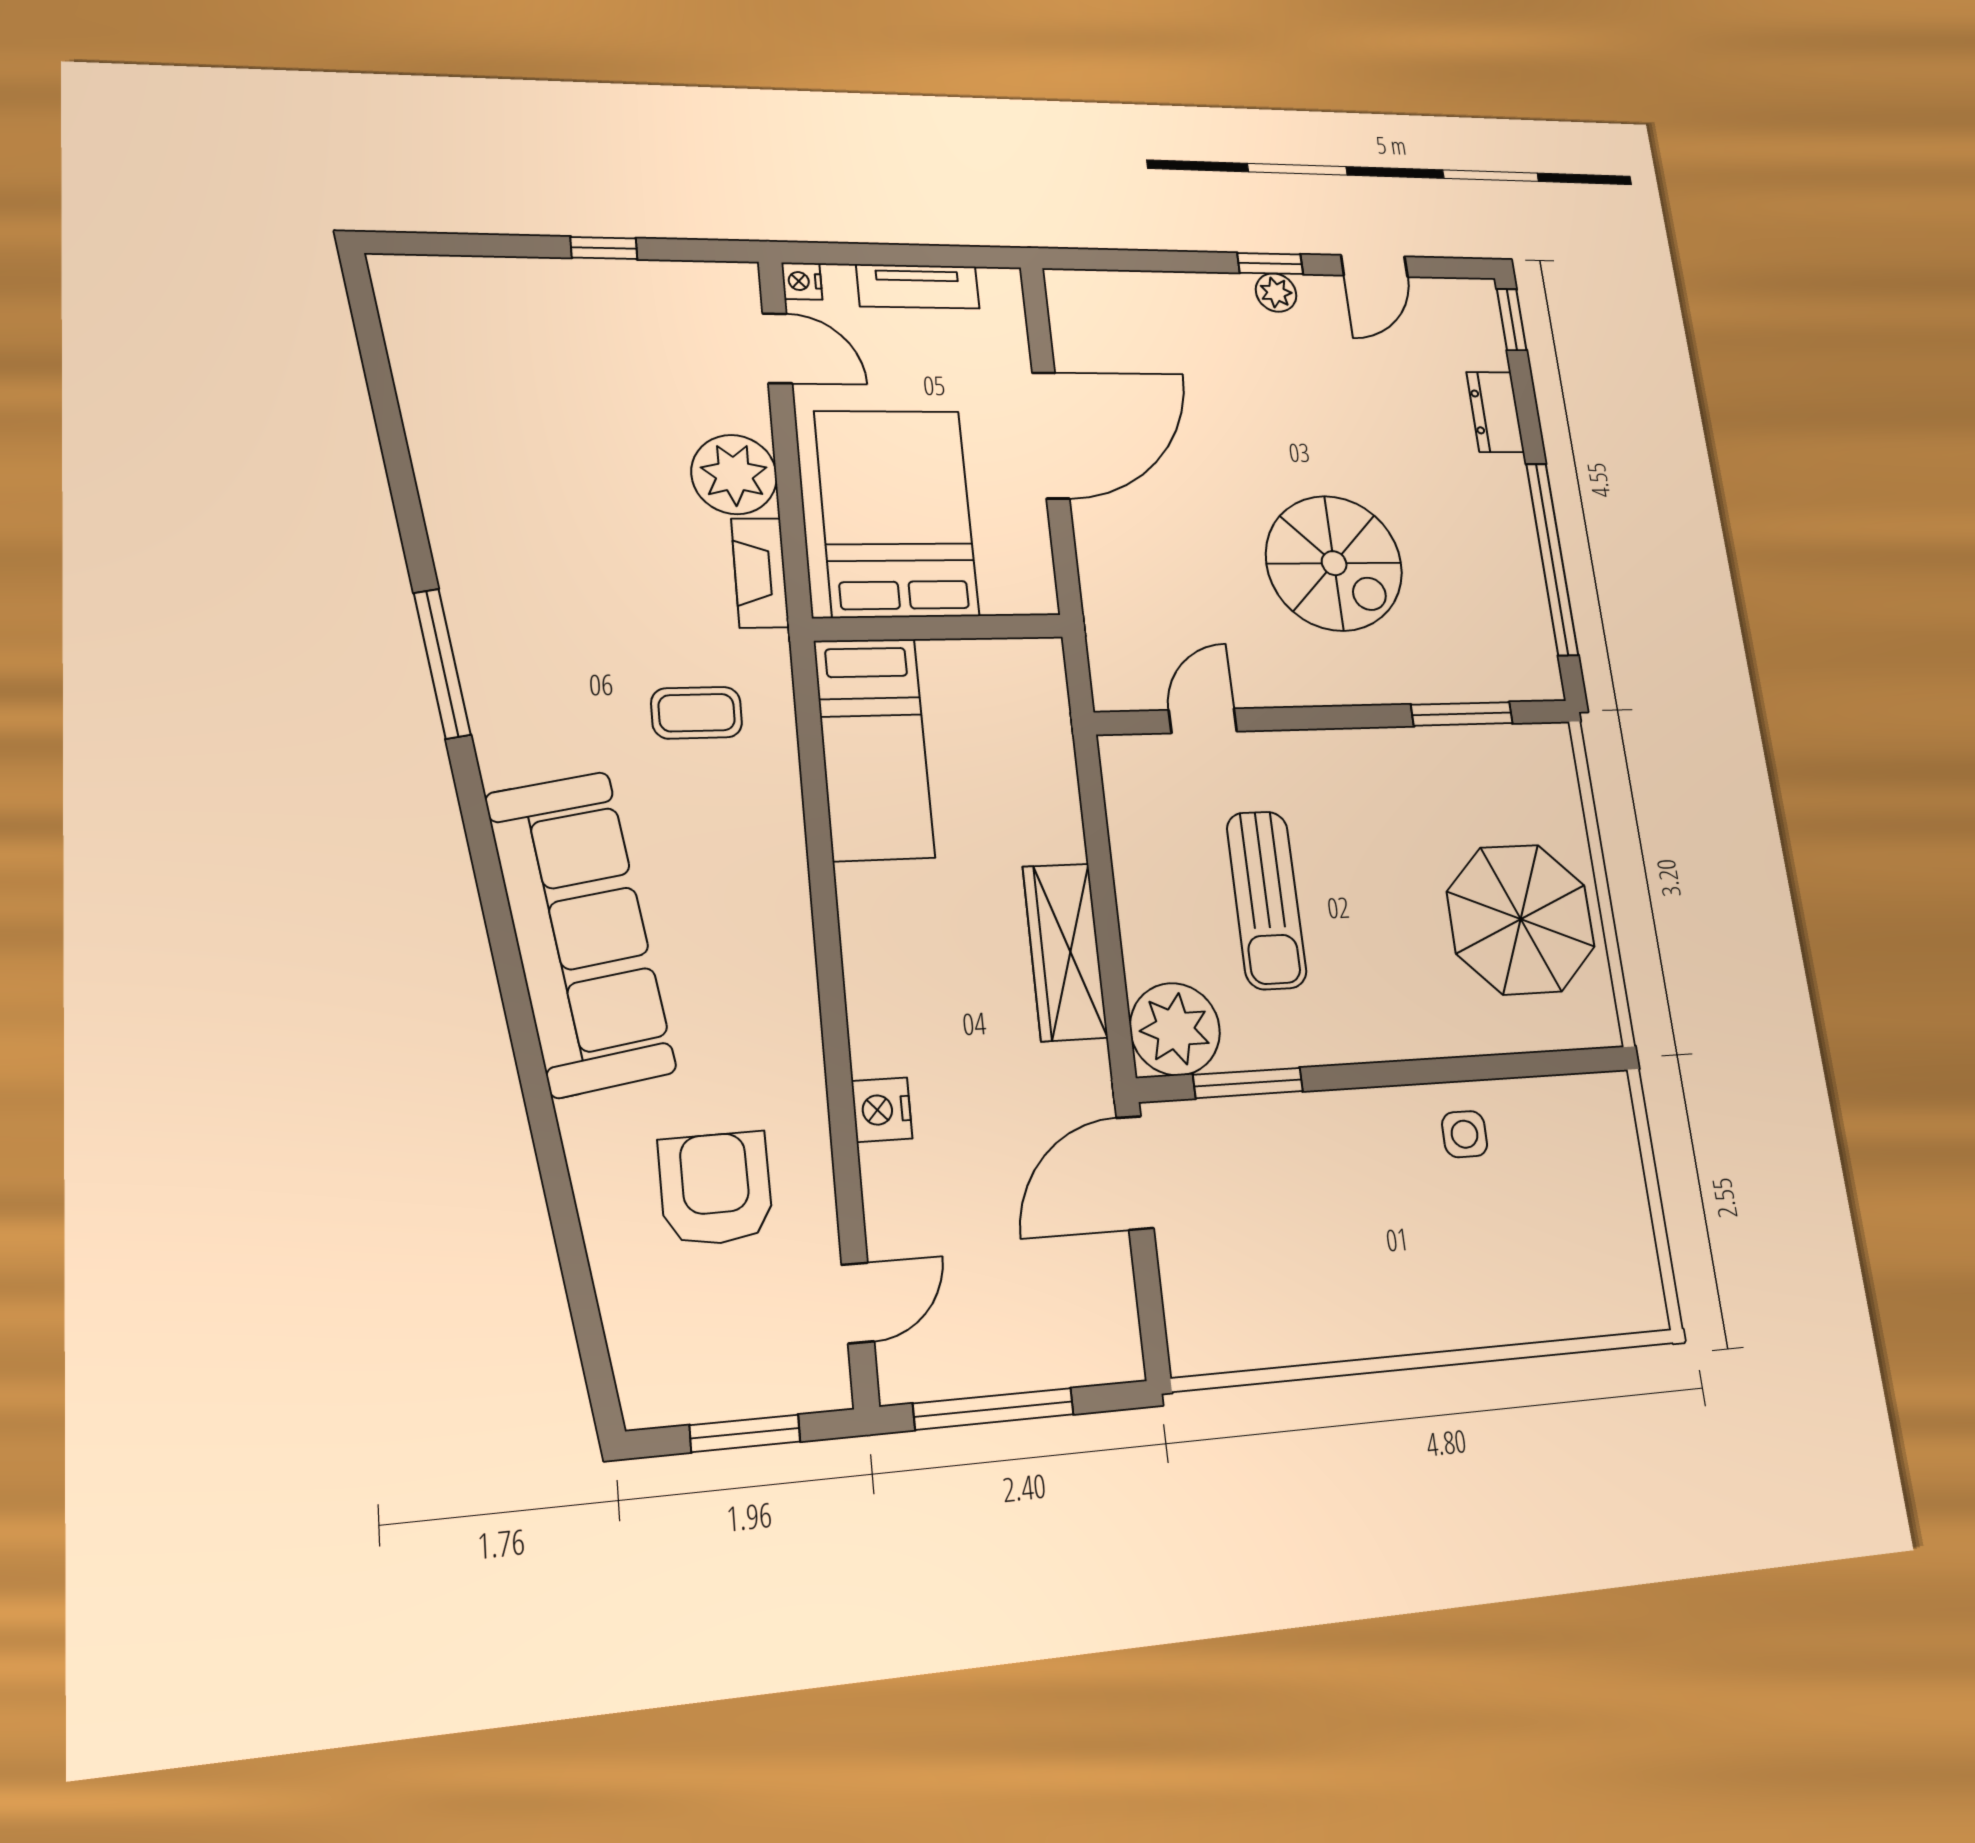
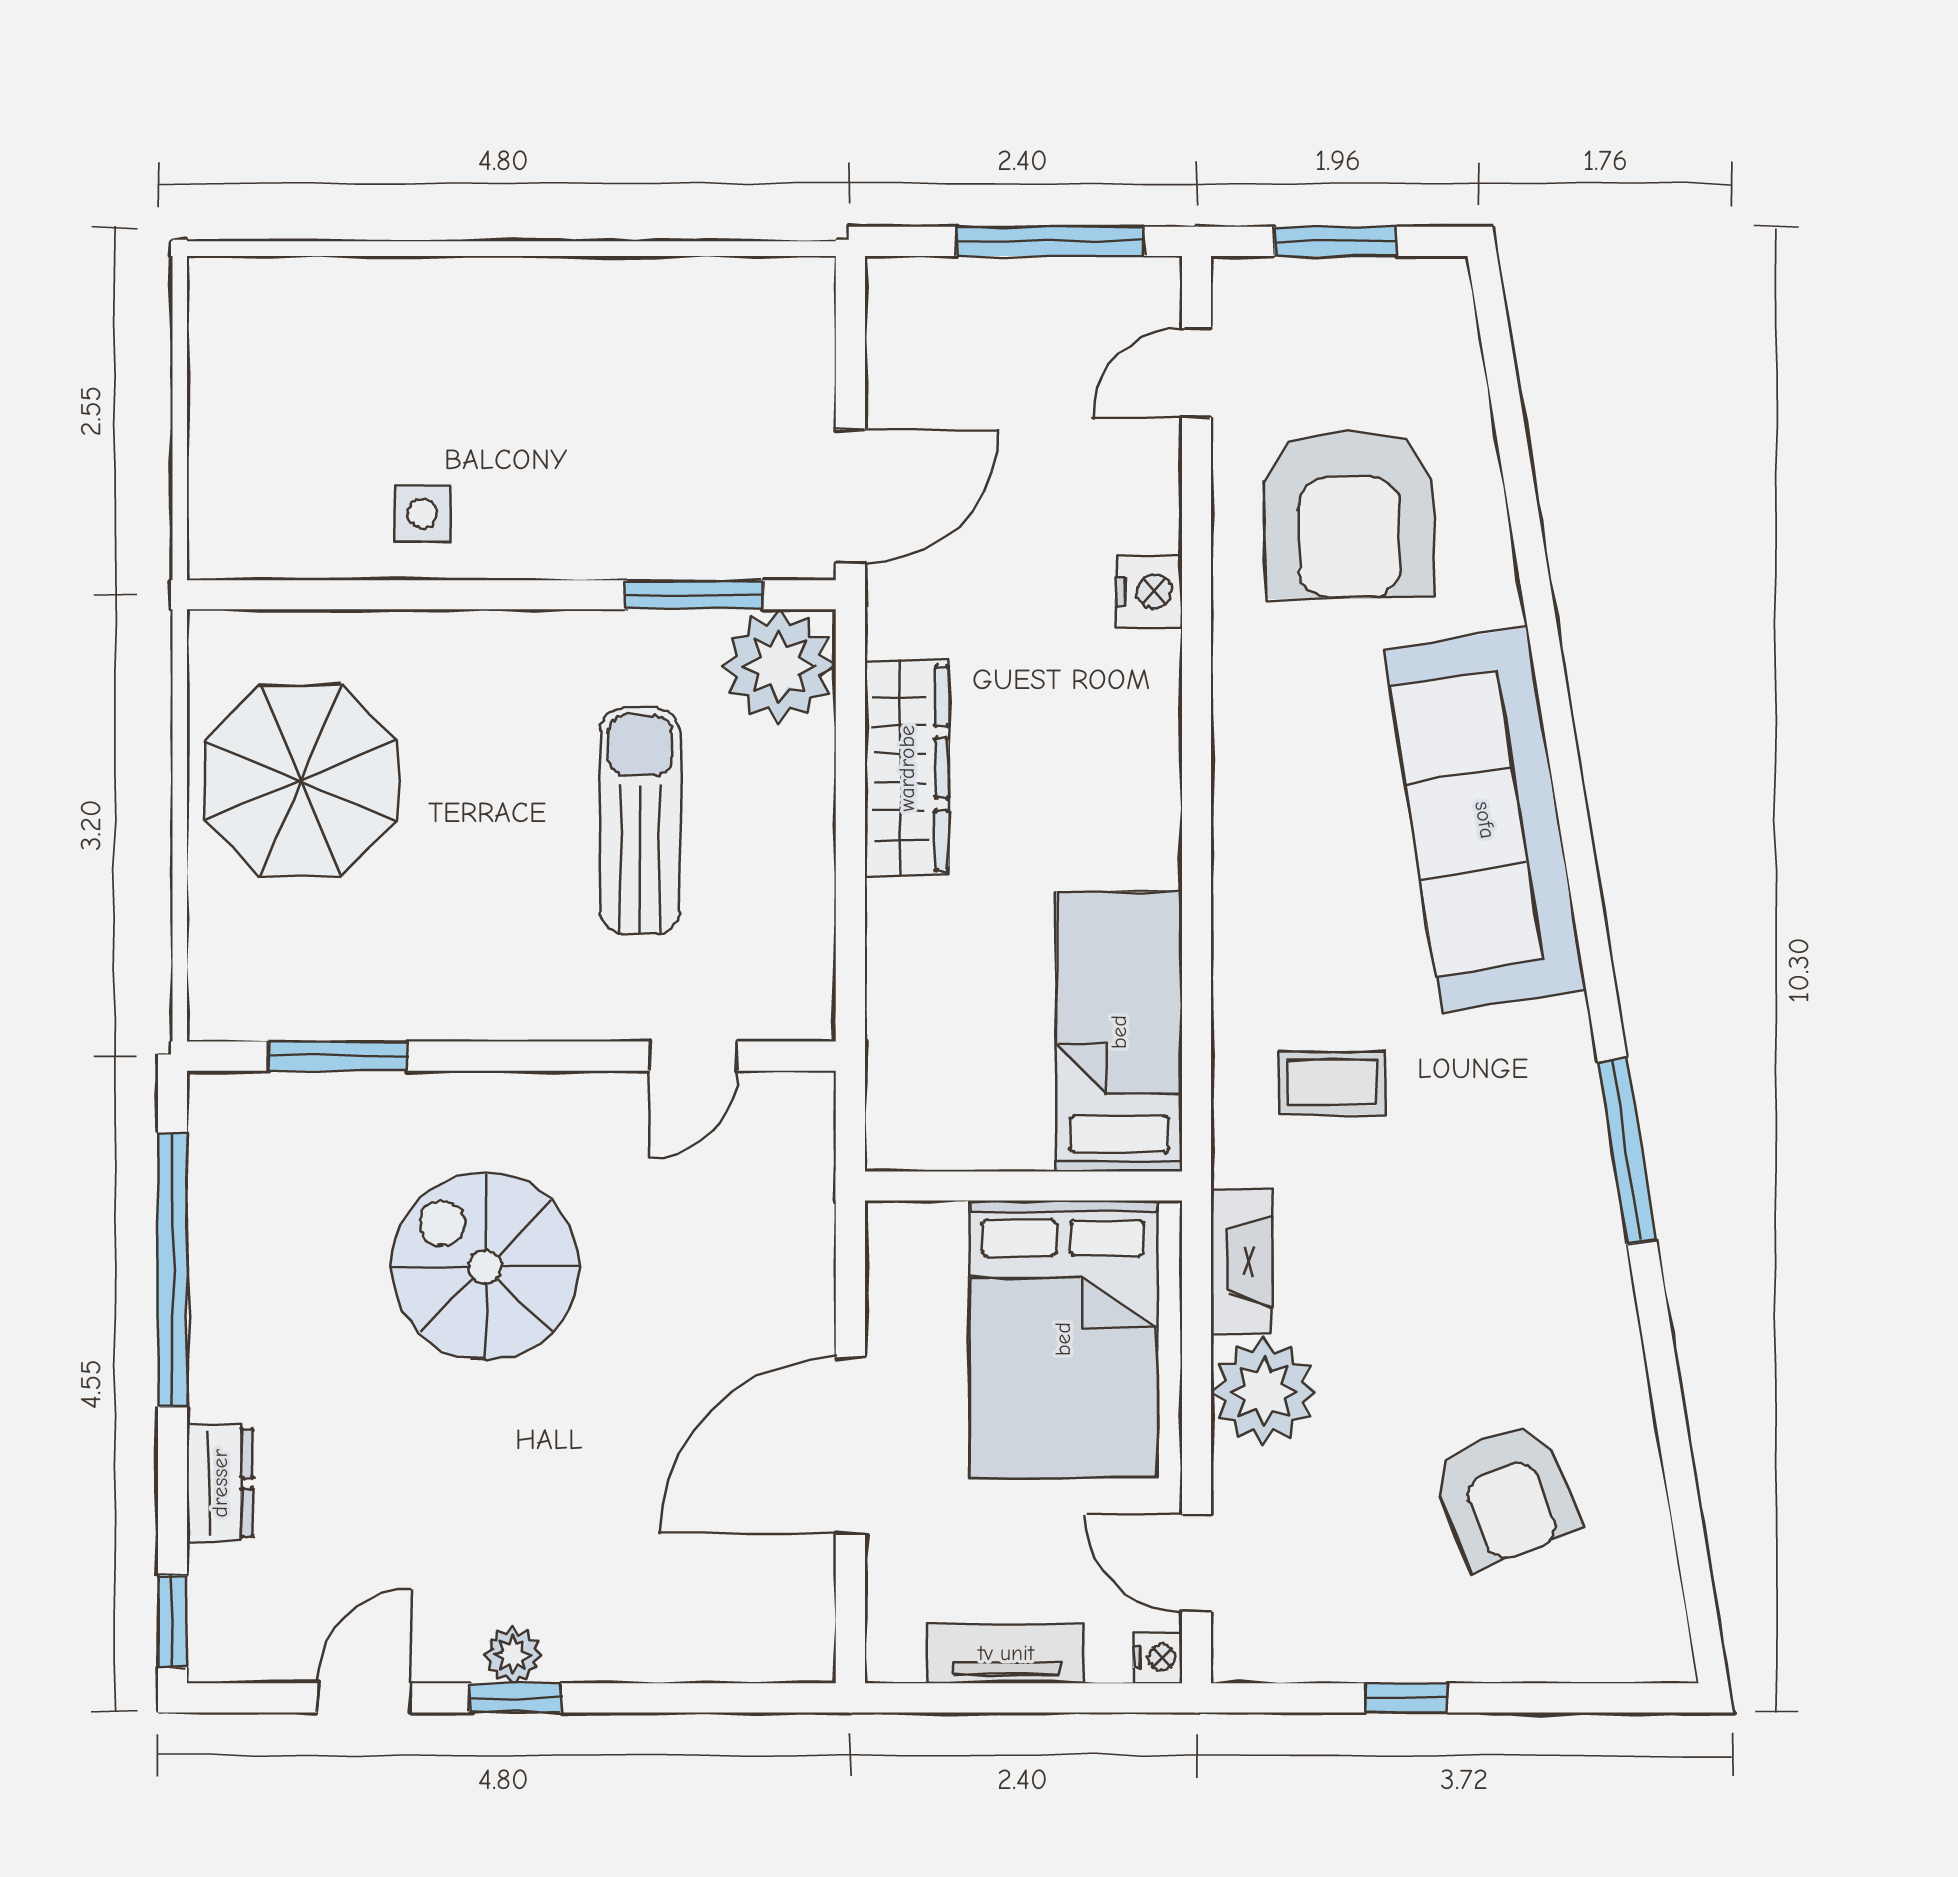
armchair: (532, 396) -> (1505, 1494), added
armchair: (716, 1189) -> (1349, 514), width x1.36, depth x1.36

